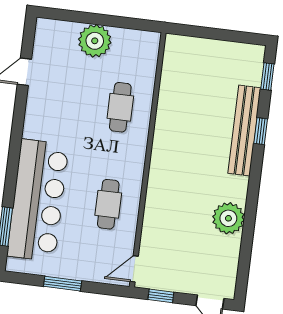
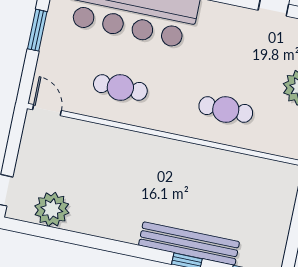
plant: (228, 218) -> (52, 209), moved
window: (161, 296) -> (15, 137), removed

